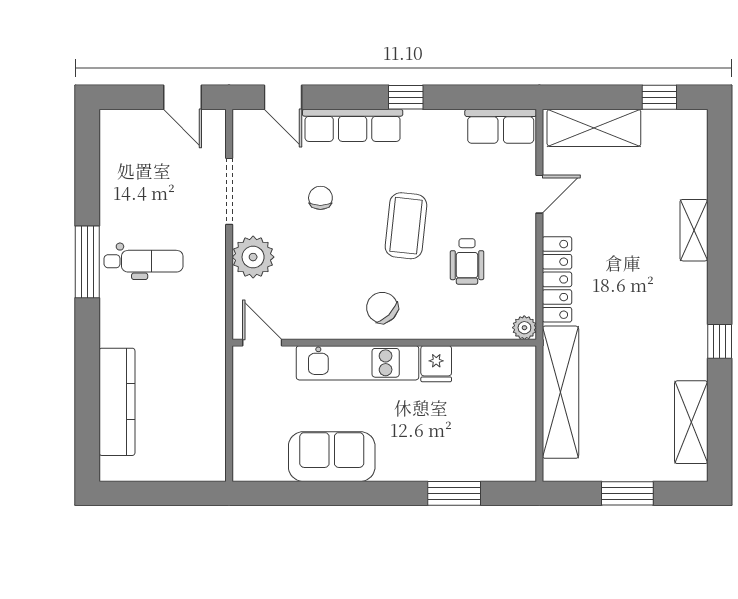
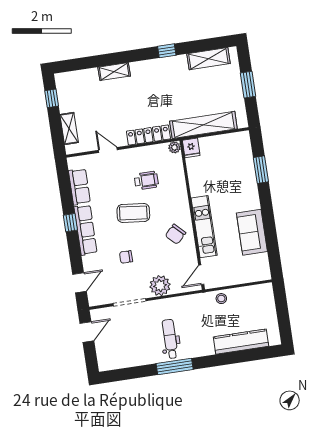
row of seats: (353, 125) -> (86, 230), moved
row of seats: (501, 126) -> (79, 187), moved
shelving: (594, 128) -> (69, 128), width x0.67, depth x0.75
chair: (382, 308) -> (175, 234), moved
fridge: (436, 364) -> (191, 148), moved, turned 90
stool: (209, 375) -> (221, 299), added

